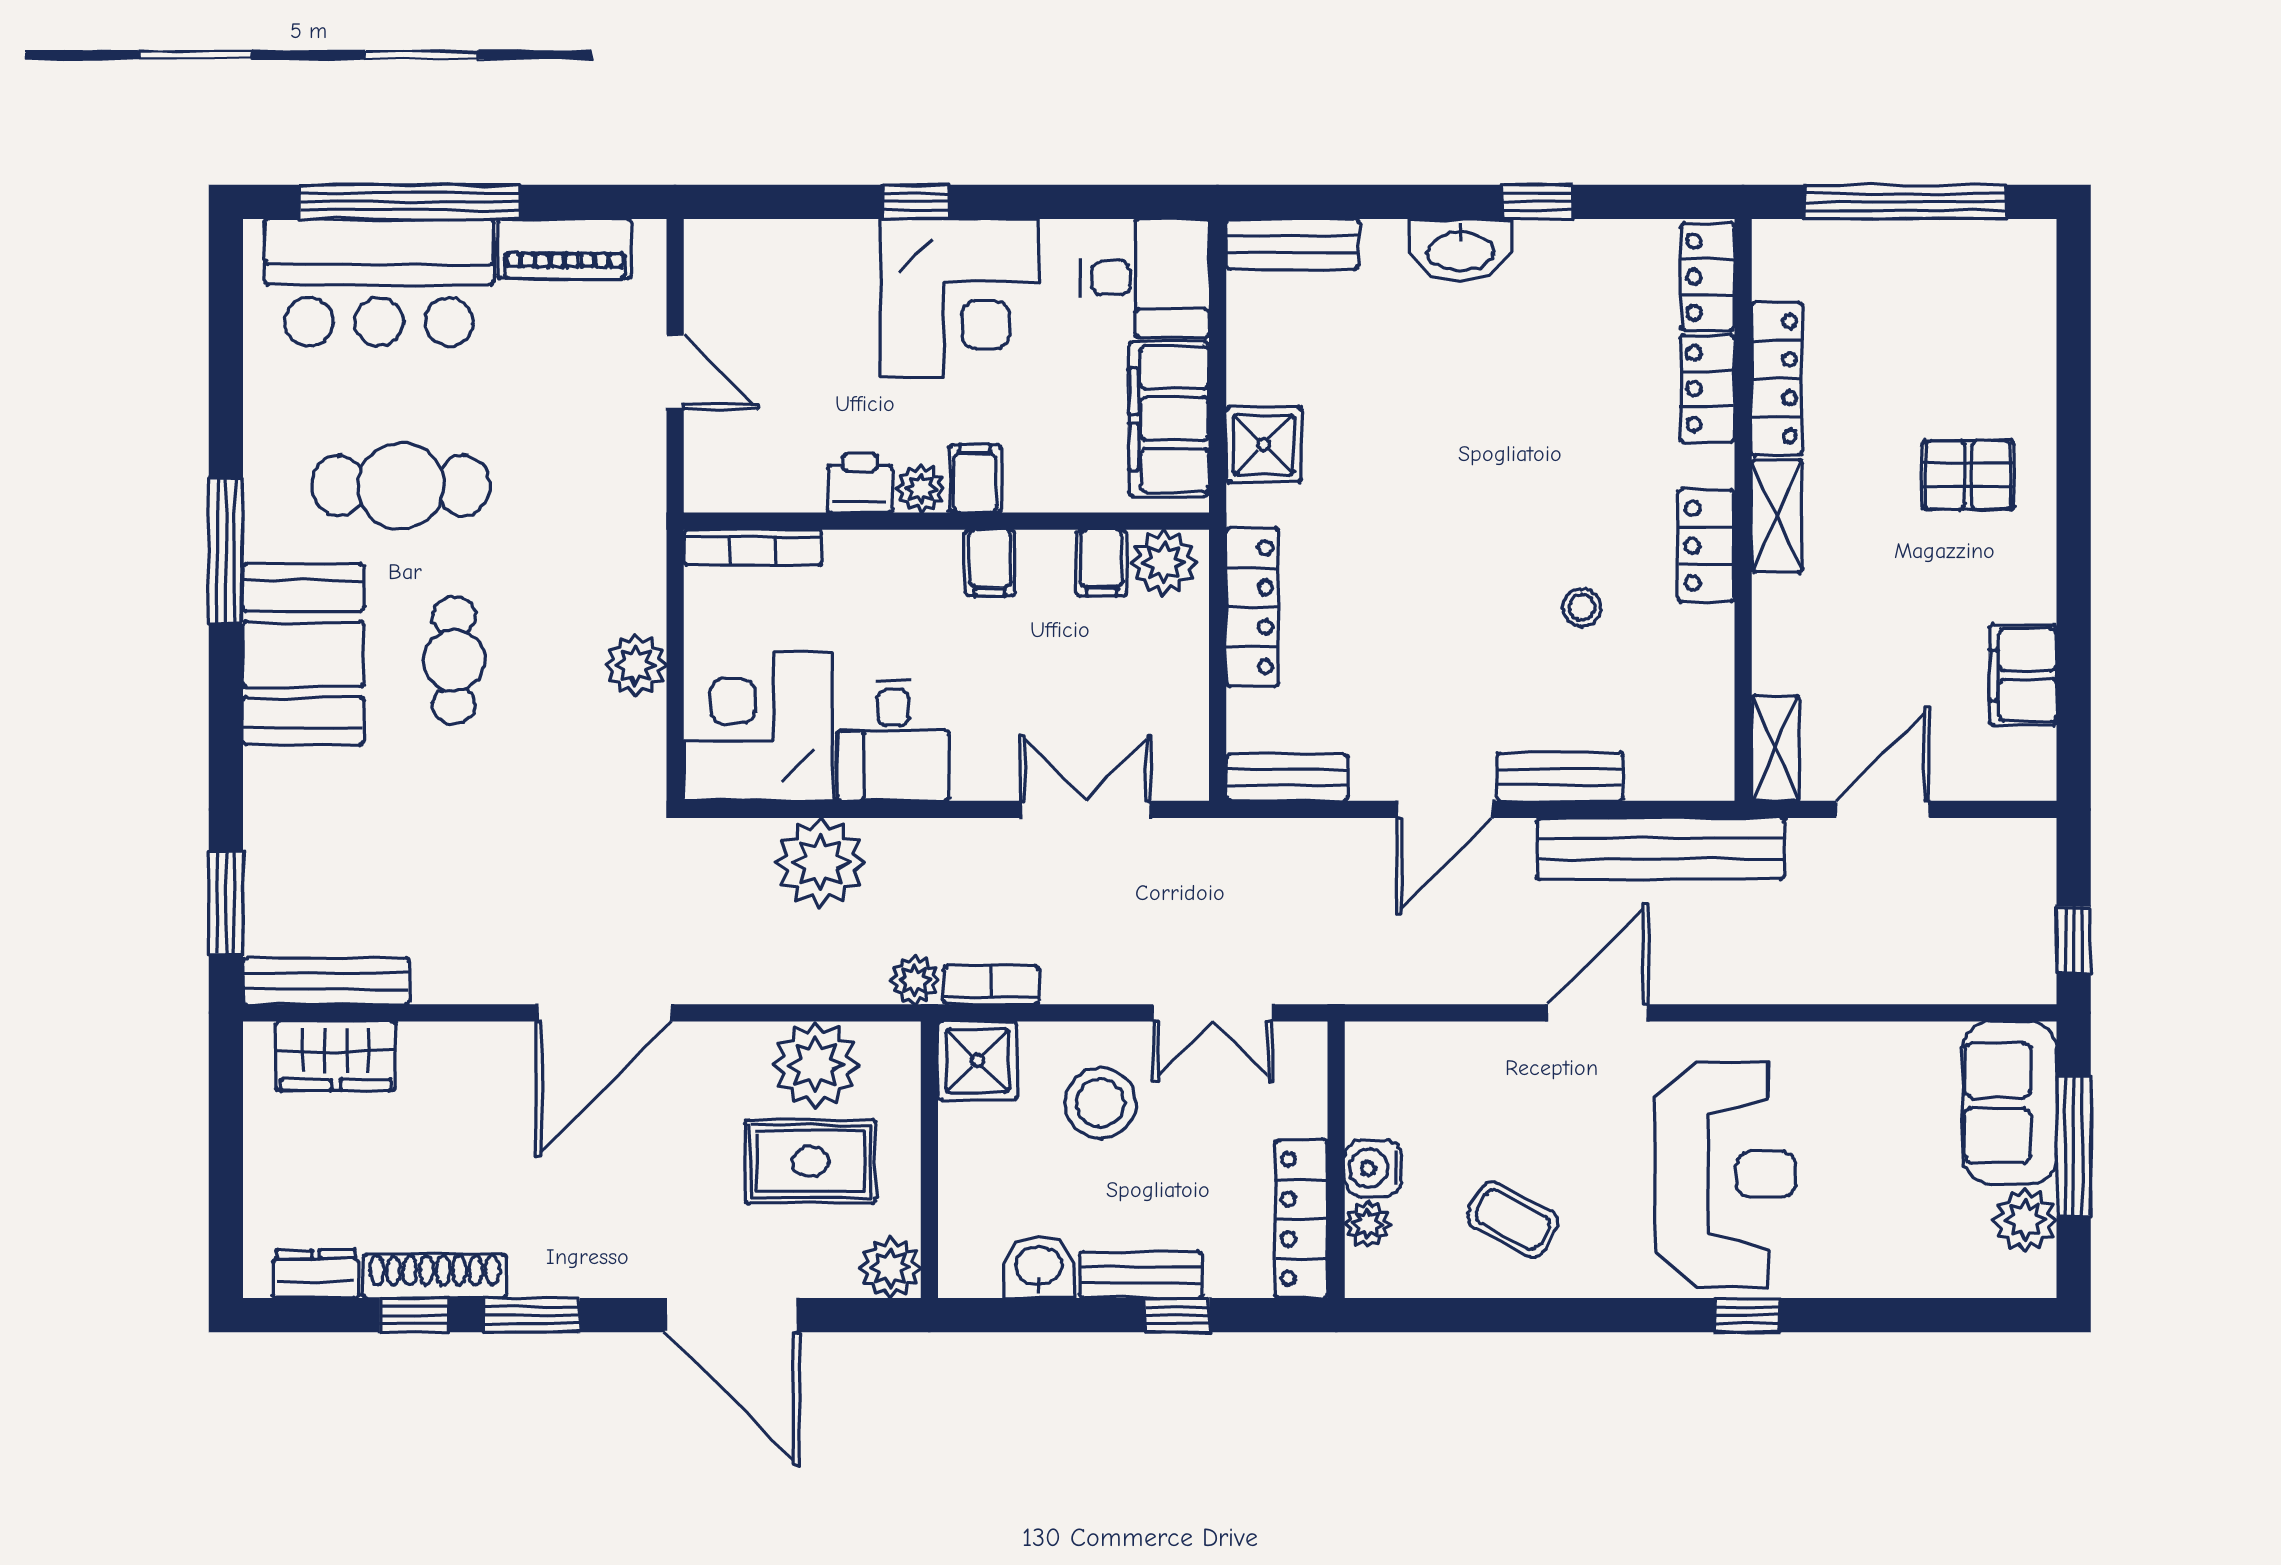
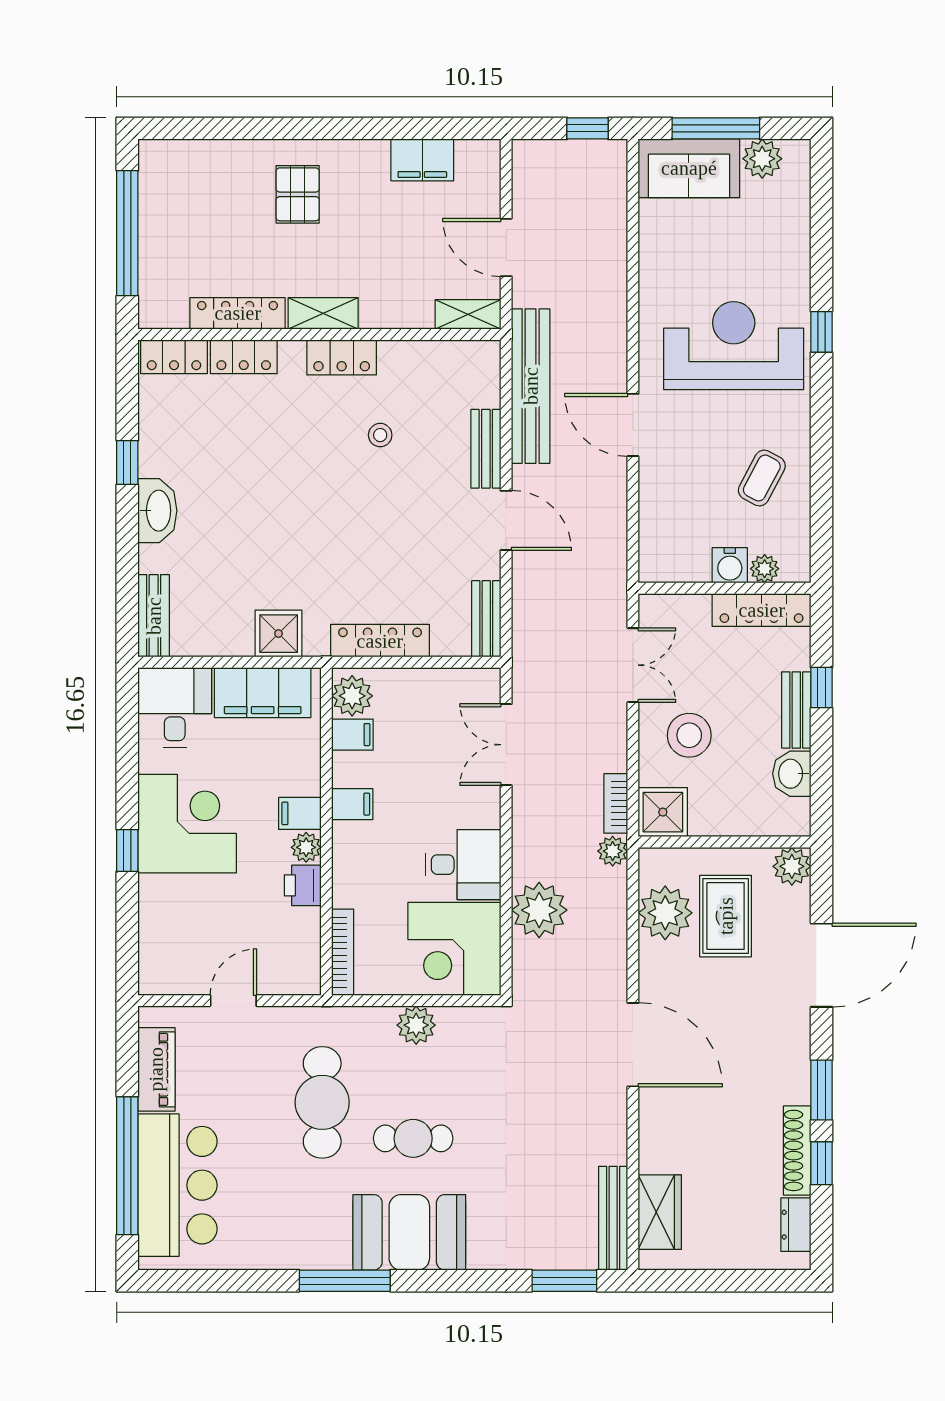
cafe table: (401, 486) -> (322, 1102), moved

